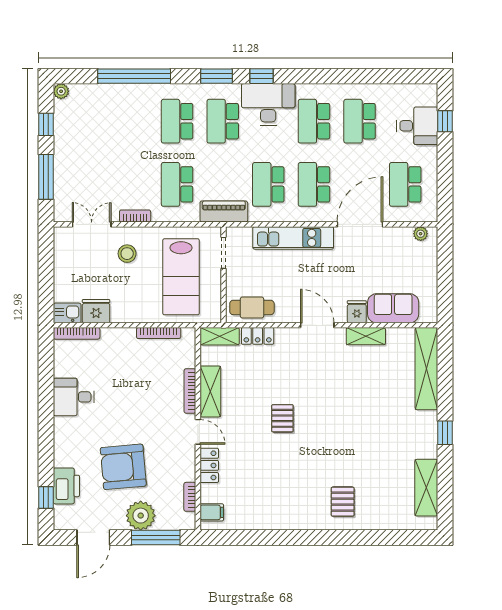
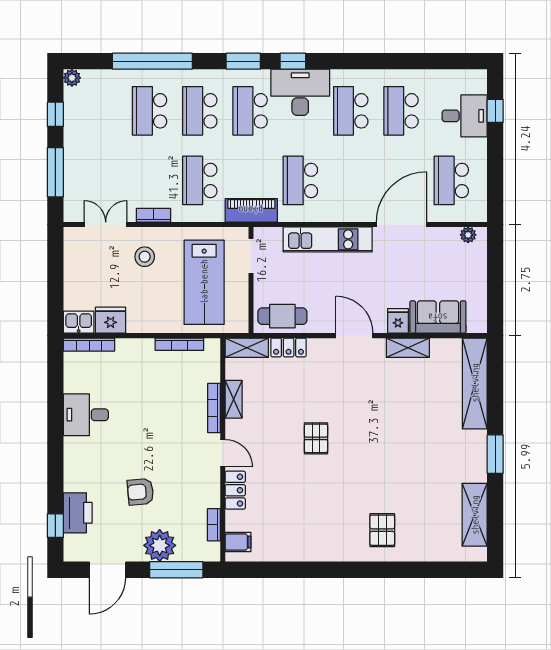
school desk: (314, 184) -> (150, 111), moved
shelving: (210, 391) -> (234, 399), width x0.67, depth x0.75
window: (445, 433) -> (495, 454), width x1.50
armchair: (123, 467) -> (140, 492), width x0.53, depth x0.53

